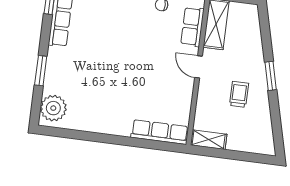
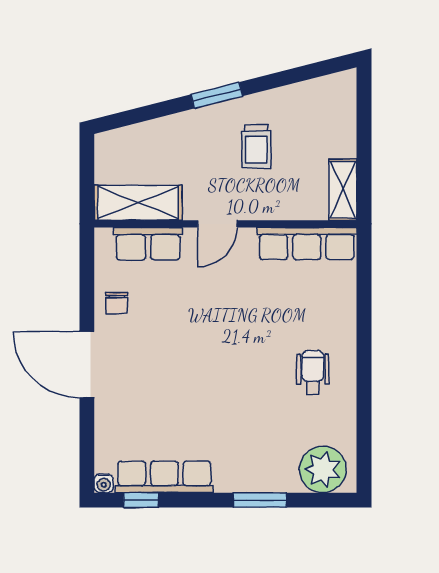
trolley: (239, 94) -> (256, 146), turned -90
wheelchair: (108, 110) -> (313, 373), added
row of seats: (160, 132) -> (307, 243), moved, turned -90

